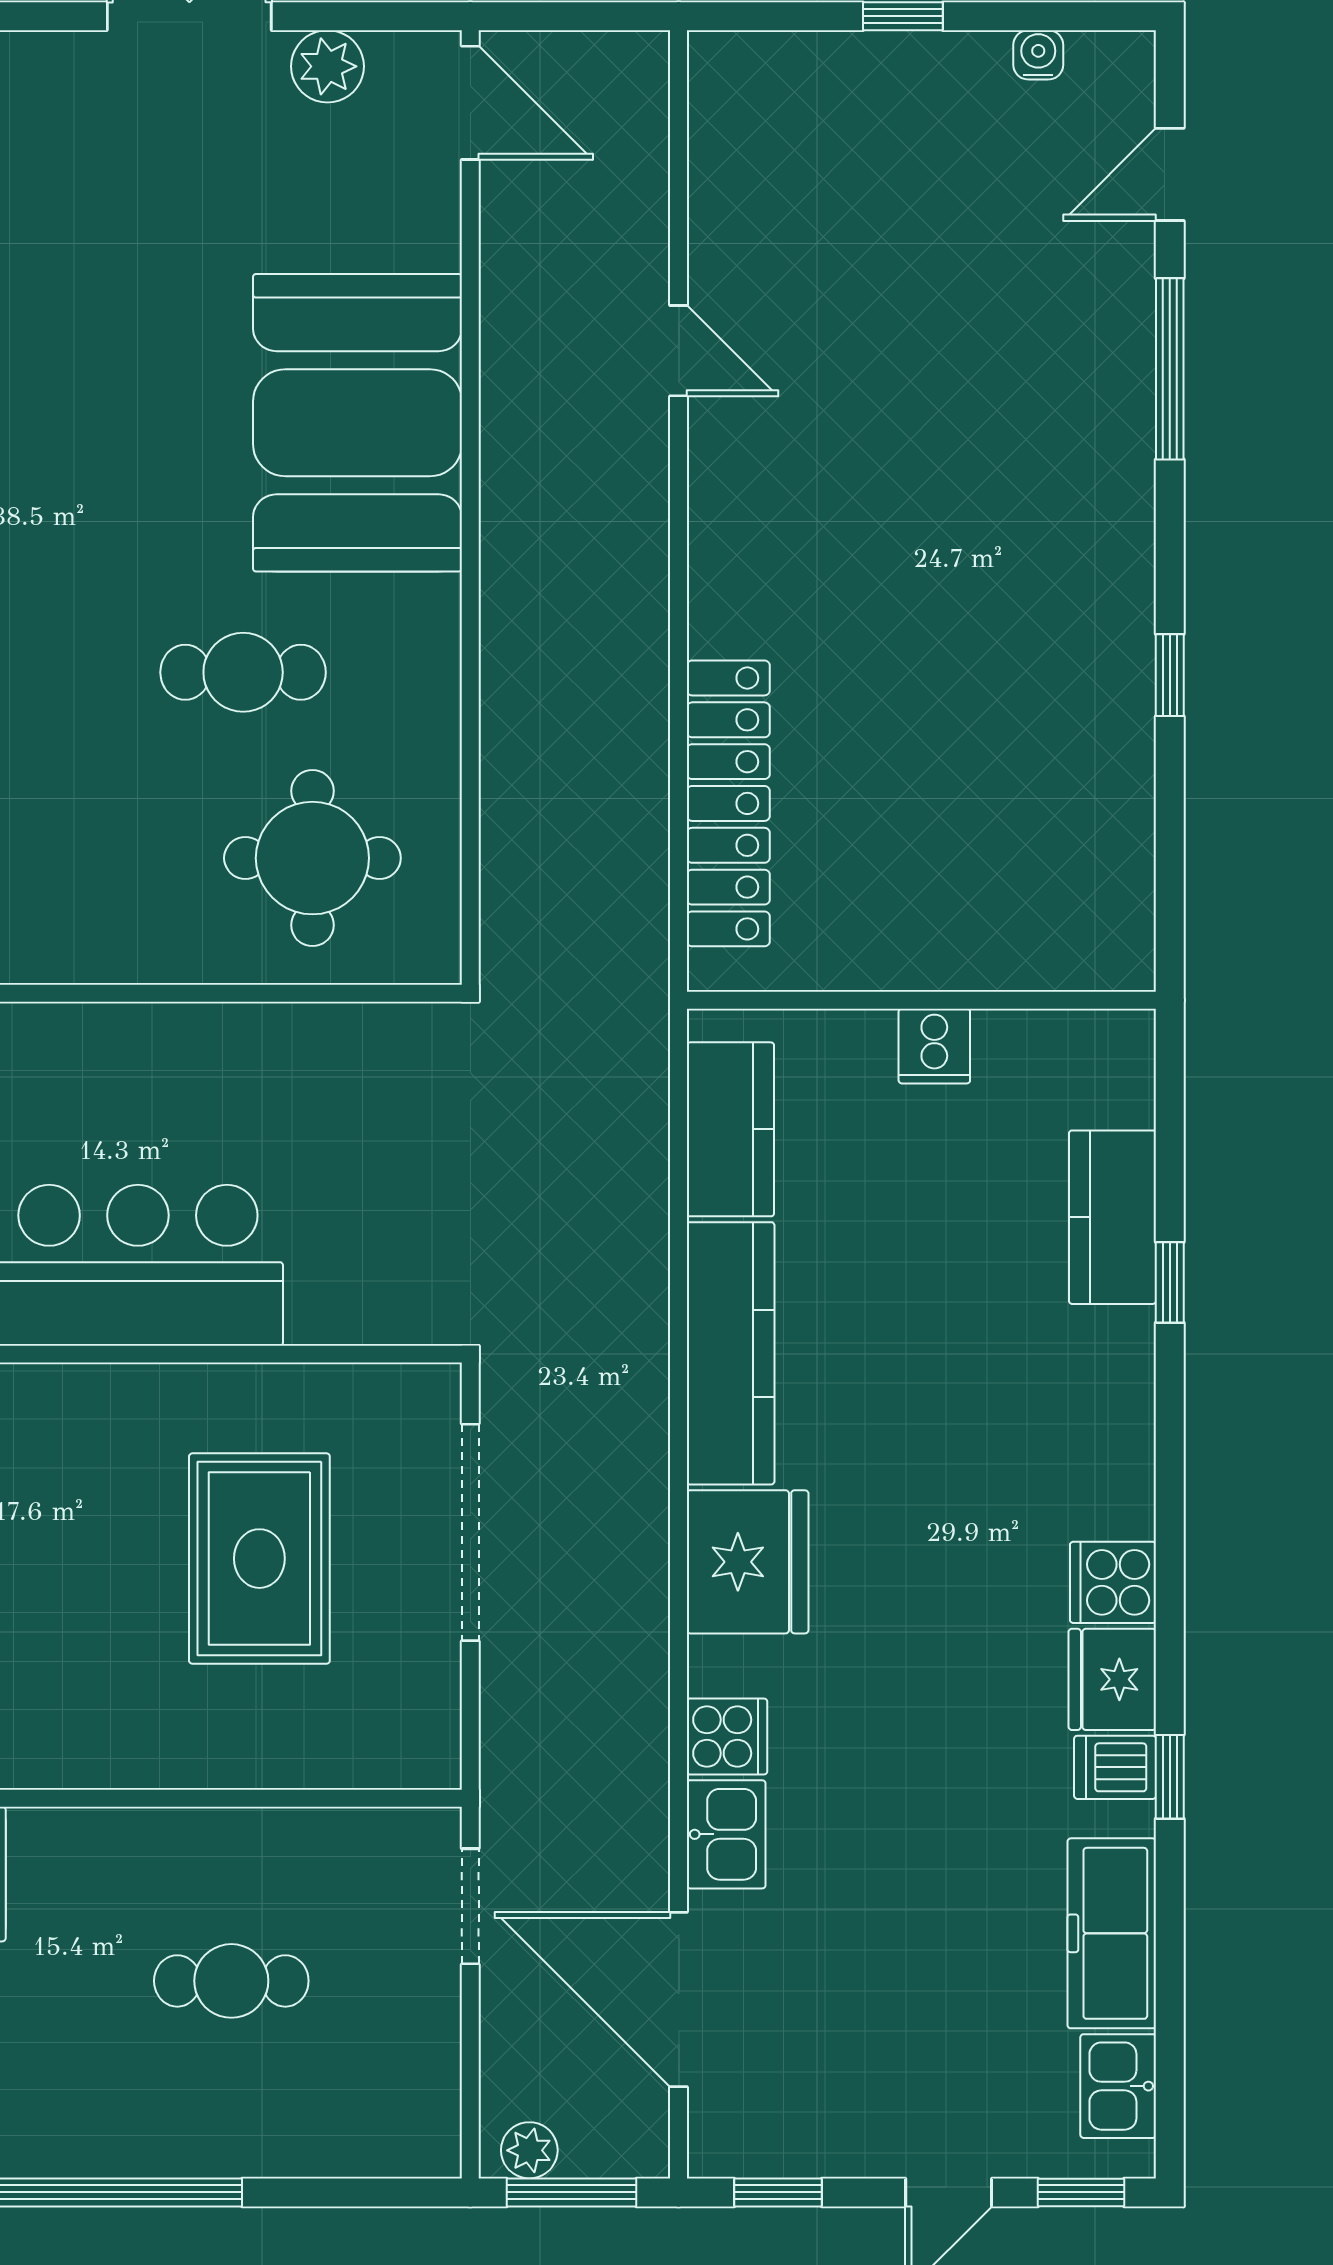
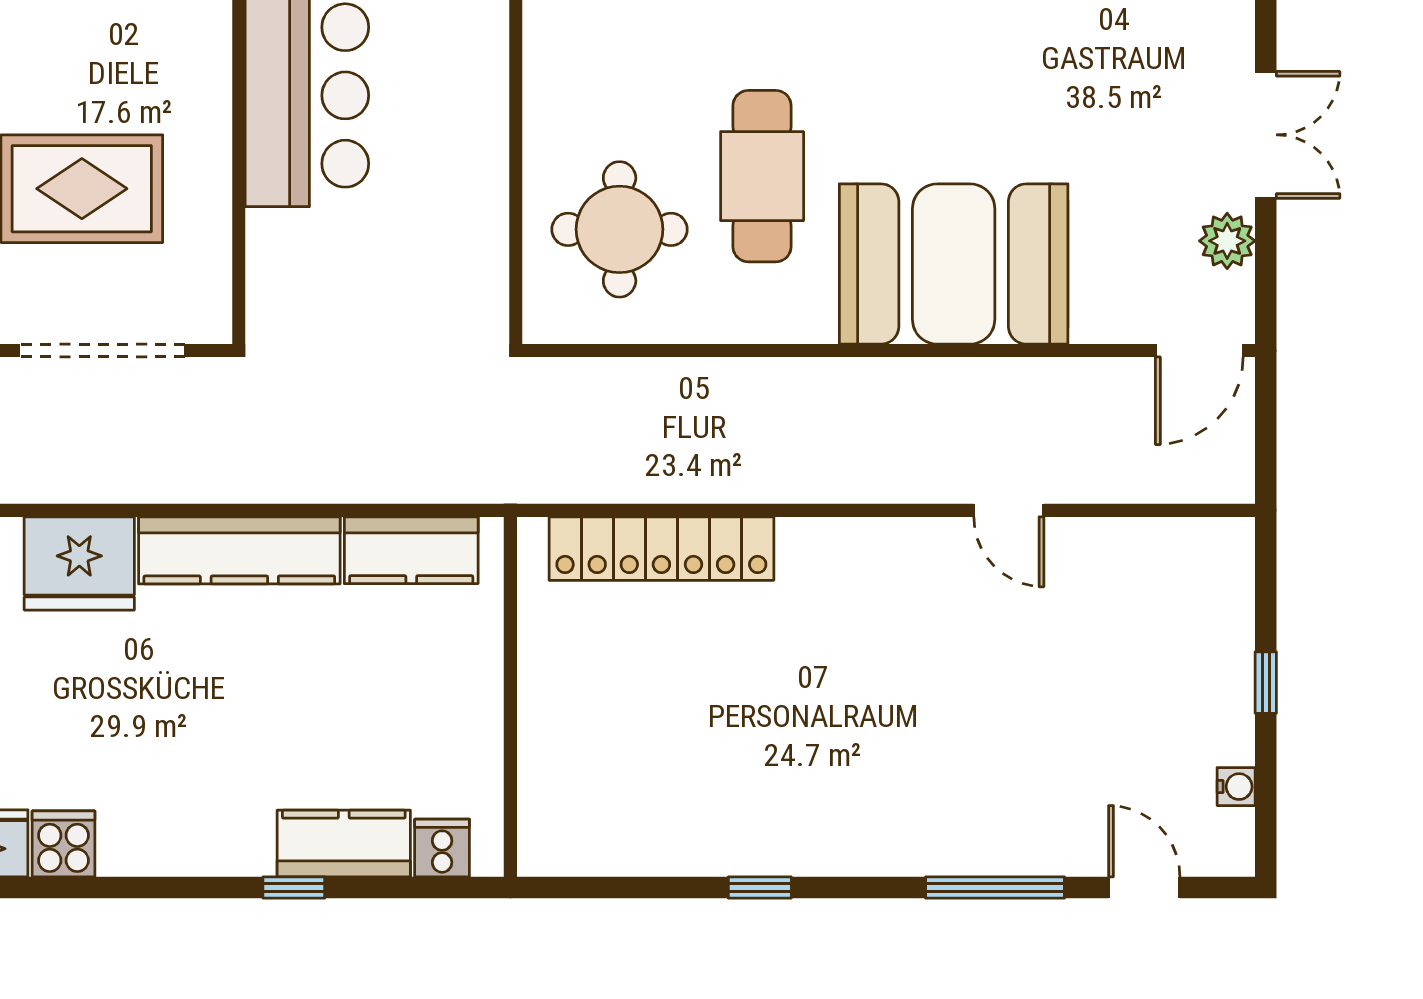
door: (679, 351) -> (1009, 510), hinge flipped
cafe table: (243, 672) -> (762, 176), width x1.37, depth x1.35
cooker: (934, 1046) -> (442, 848), moved, turned 90

